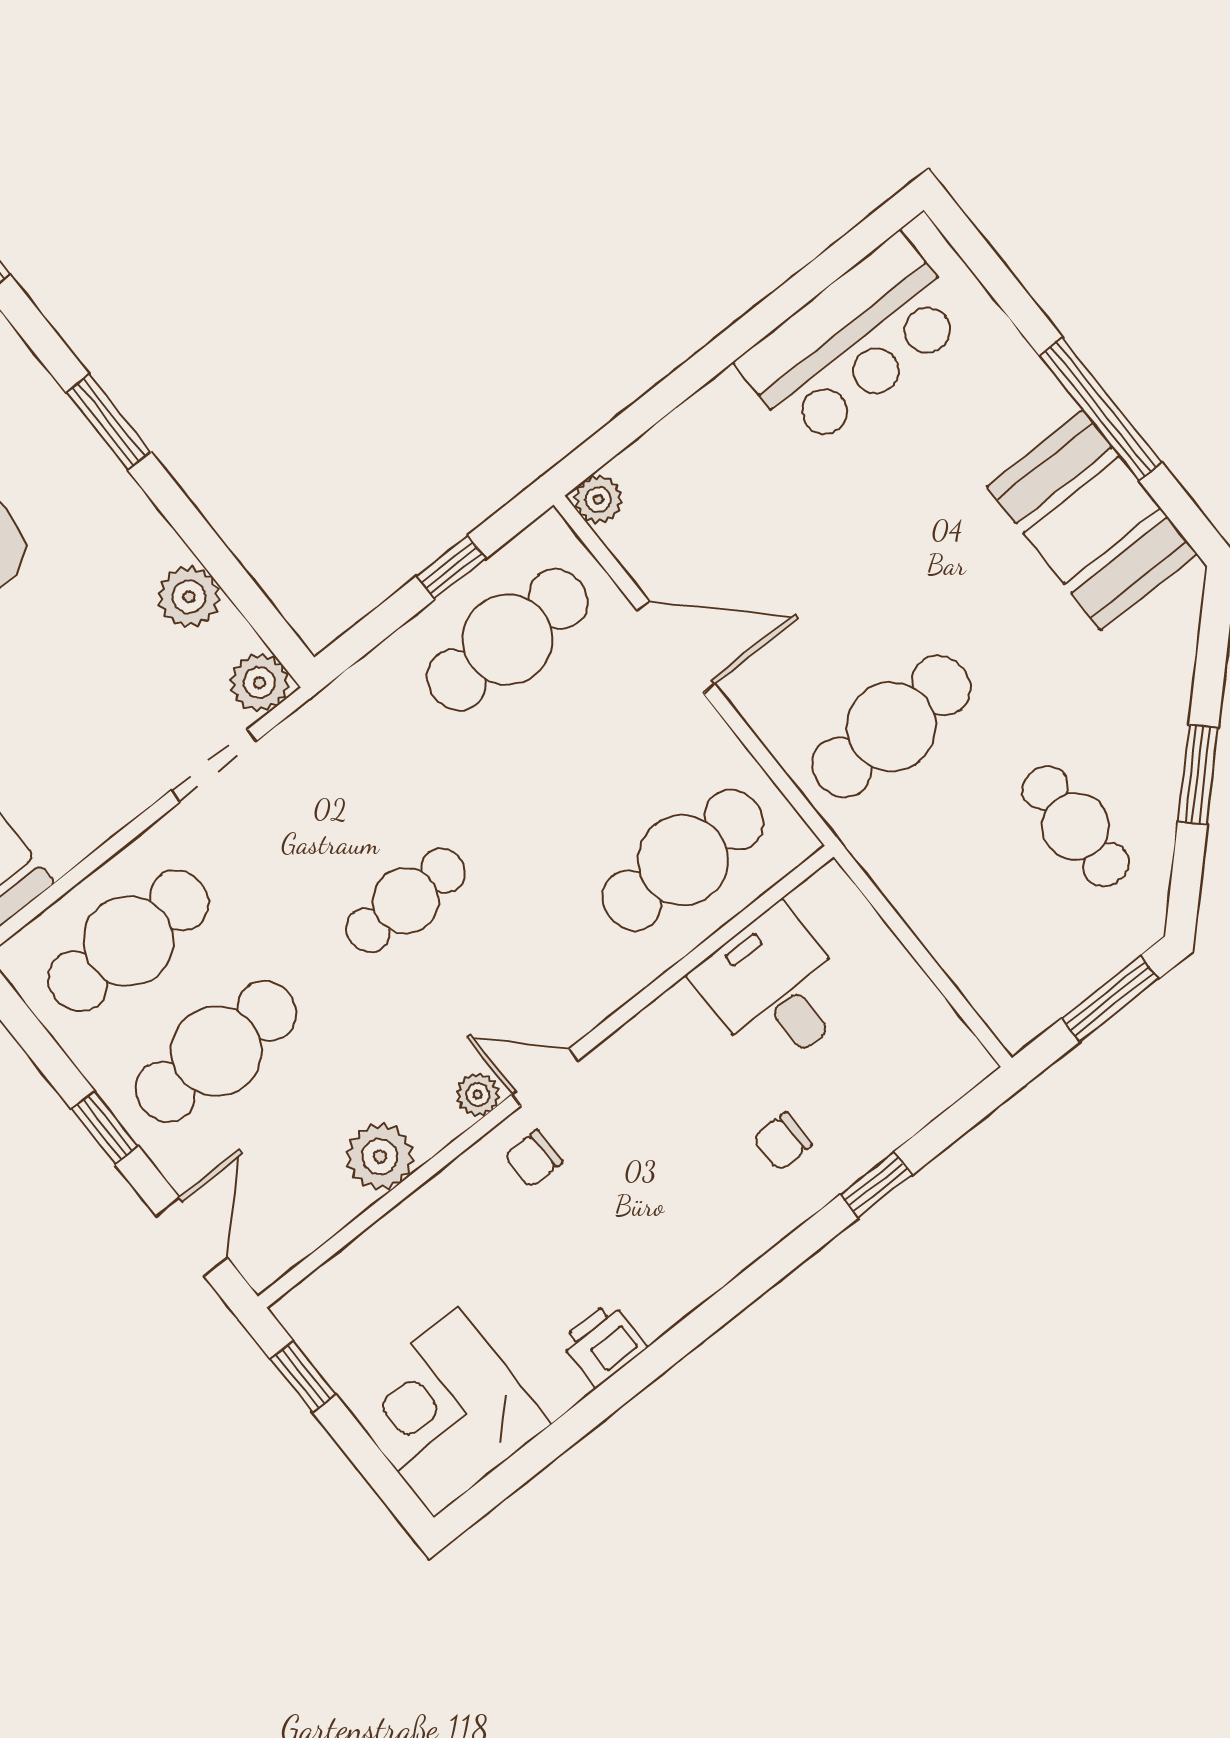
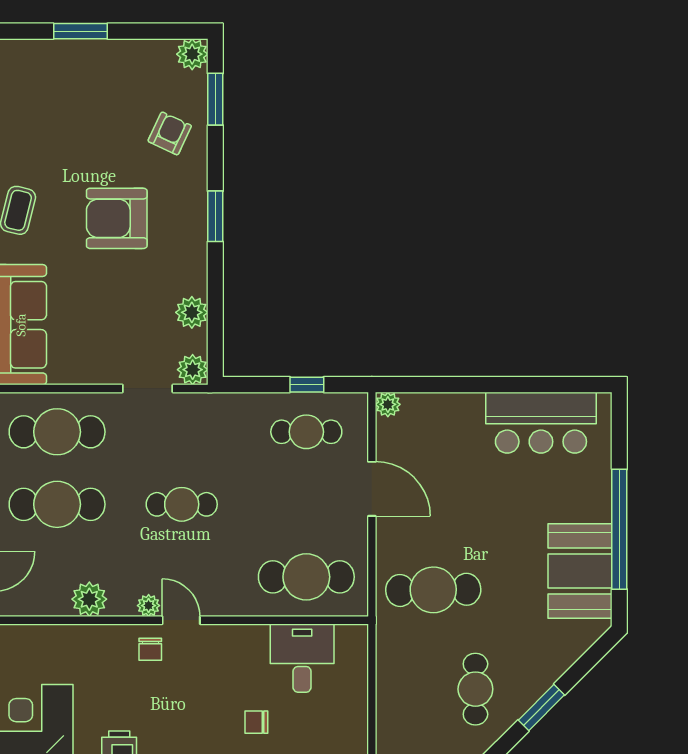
window: (1101, 409) -> (619, 529), width x1.46
cafe table: (507, 640) -> (306, 432), width x0.73, depth x0.74
chair: (533, 1159) -> (150, 649), turned -90

